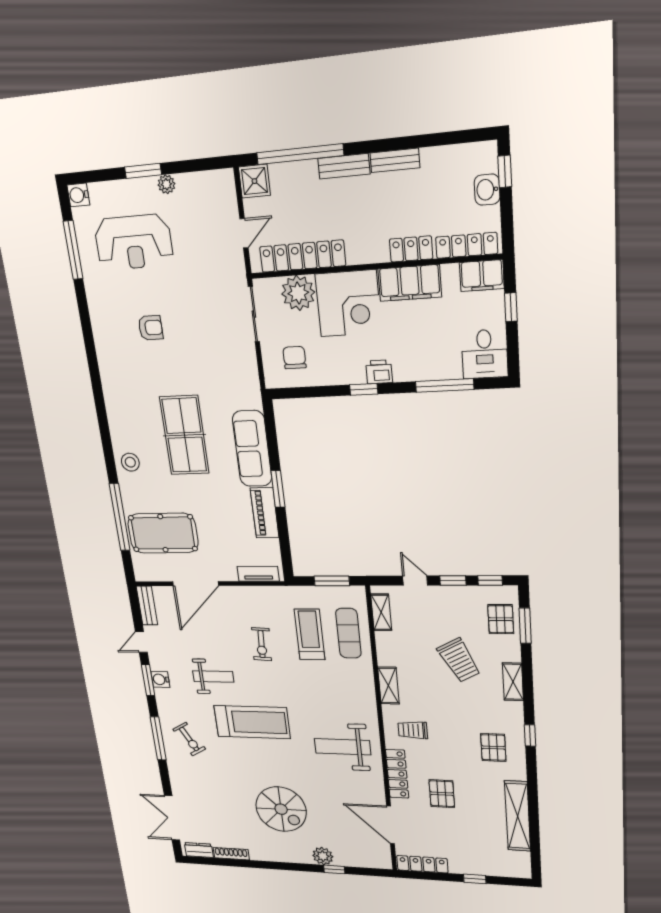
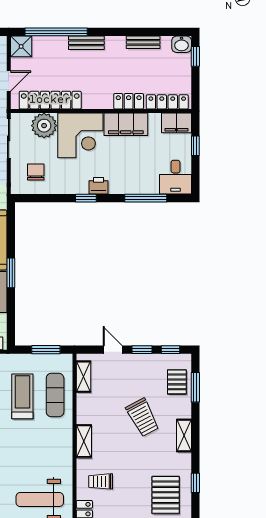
bench: (395, 160) -> (143, 42), moved
washbasin: (487, 190) -> (182, 44), moved, turned -90
pallet: (493, 747) -> (166, 495), width x1.50, depth x1.42

